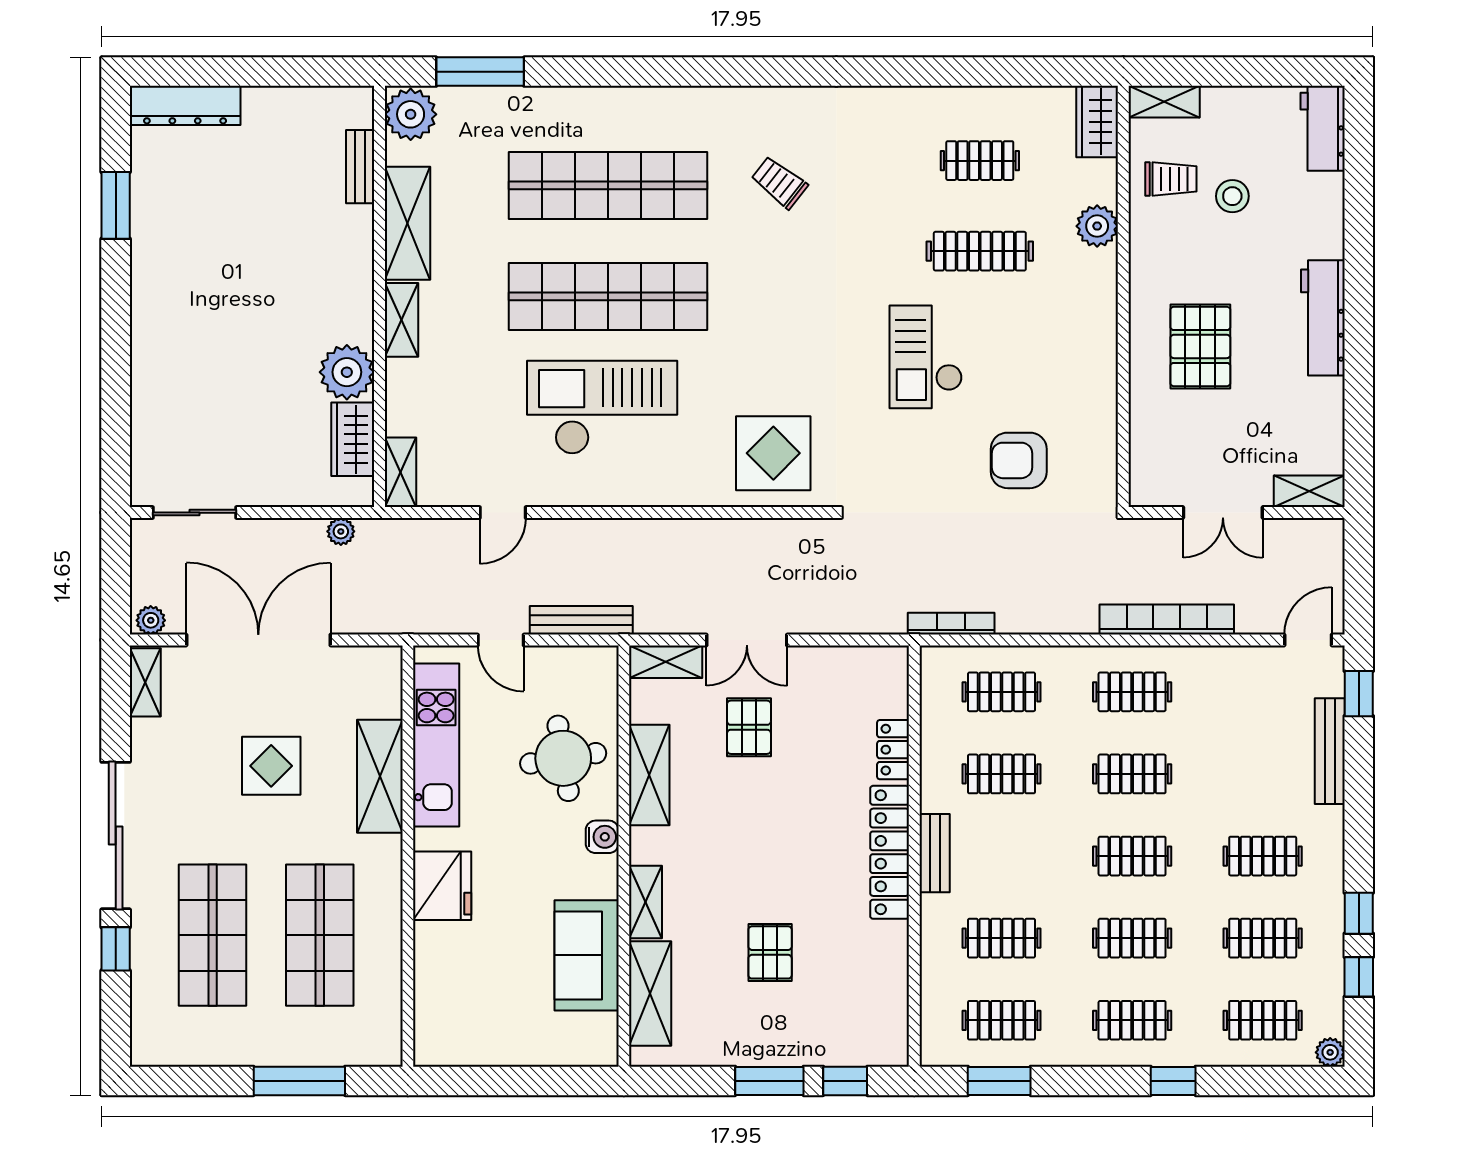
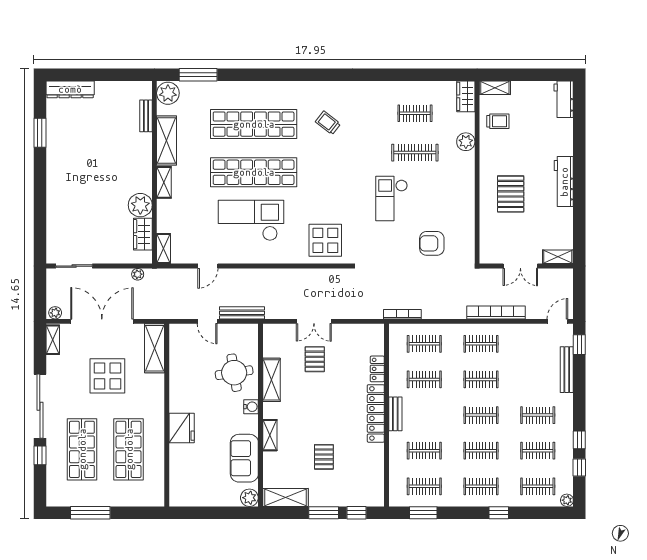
stool: (1232, 196) -> (524, 129), removed
shelving: (666, 662) -> (279, 331), removed
kitchen unit: (436, 745) -> (179, 367), removed
display table: (271, 766) -> (107, 376), width x1.36, depth x1.36
shelving: (380, 776) -> (155, 348), moved
shelving: (650, 994) -> (285, 497), moved, turned 90
plant: (598, 1047) -> (249, 498), added
window: (299, 1081) -> (90, 513), moved

